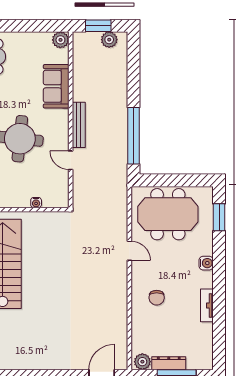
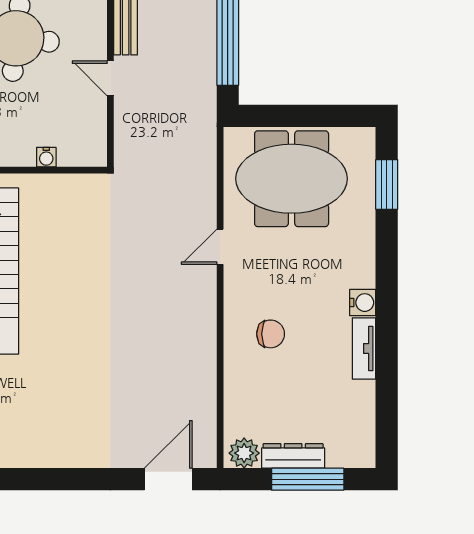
door: (129, 251) -> (220, 247), swing flipped
water cooler: (206, 263) -> (363, 303), moved
chair: (157, 298) -> (271, 334), turned -90

